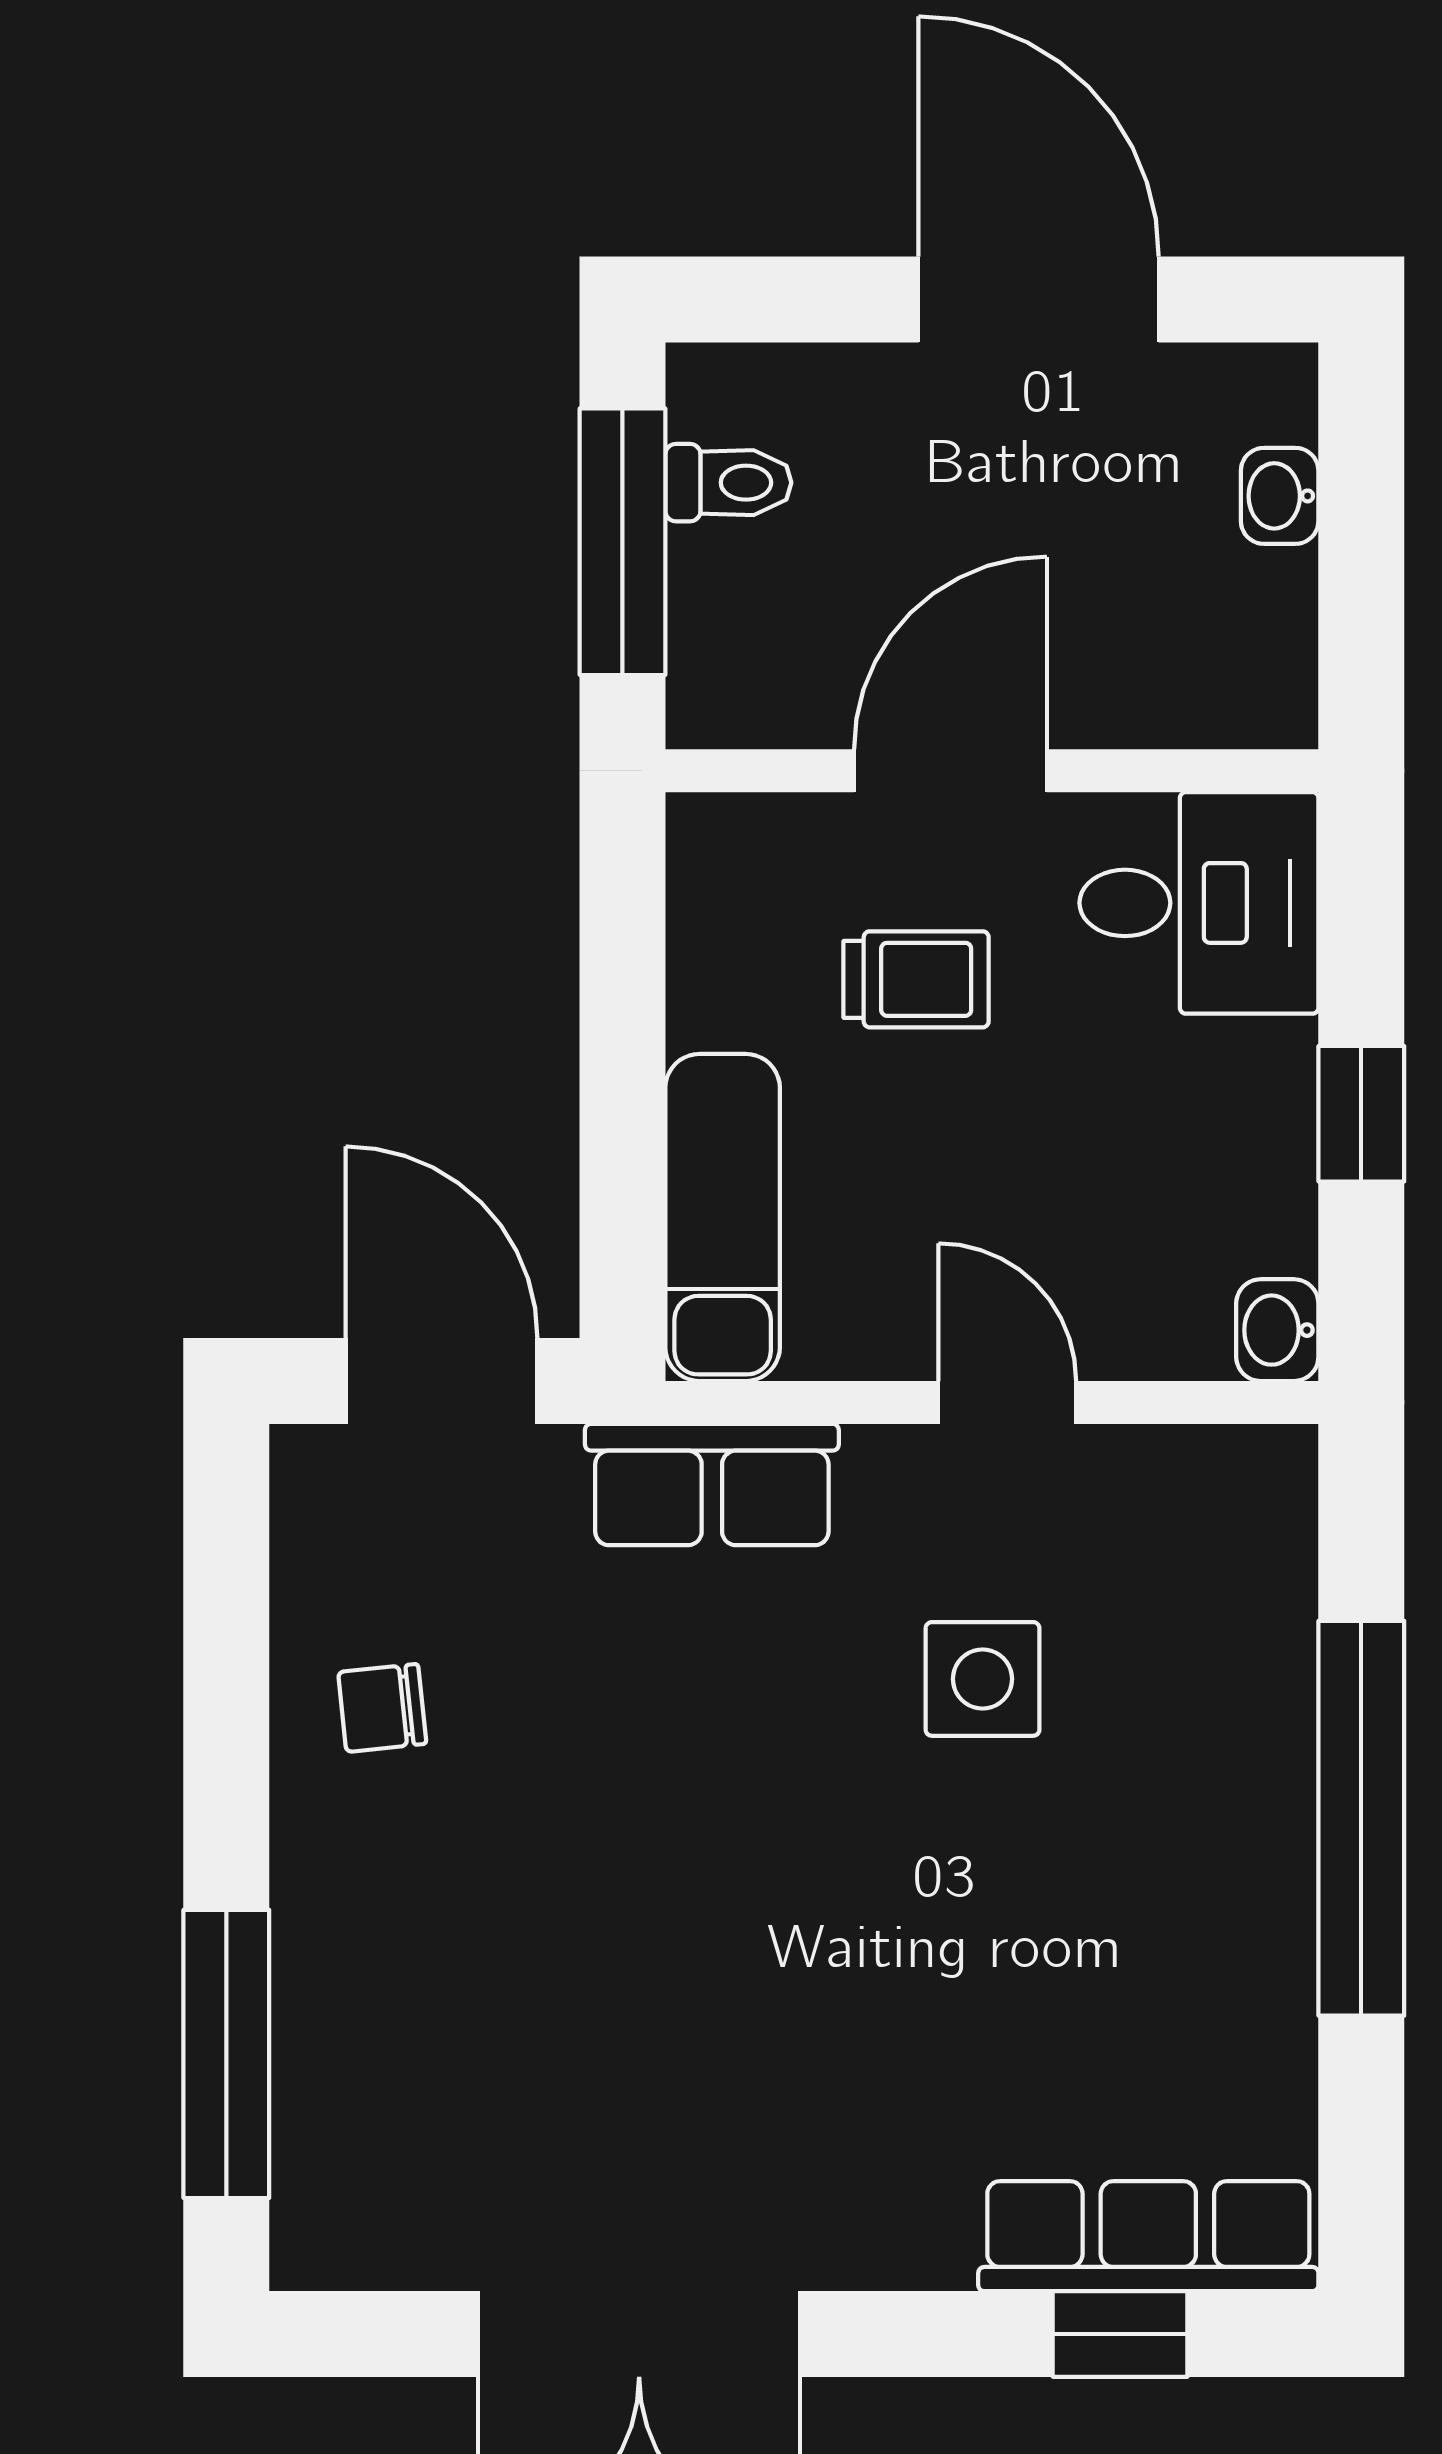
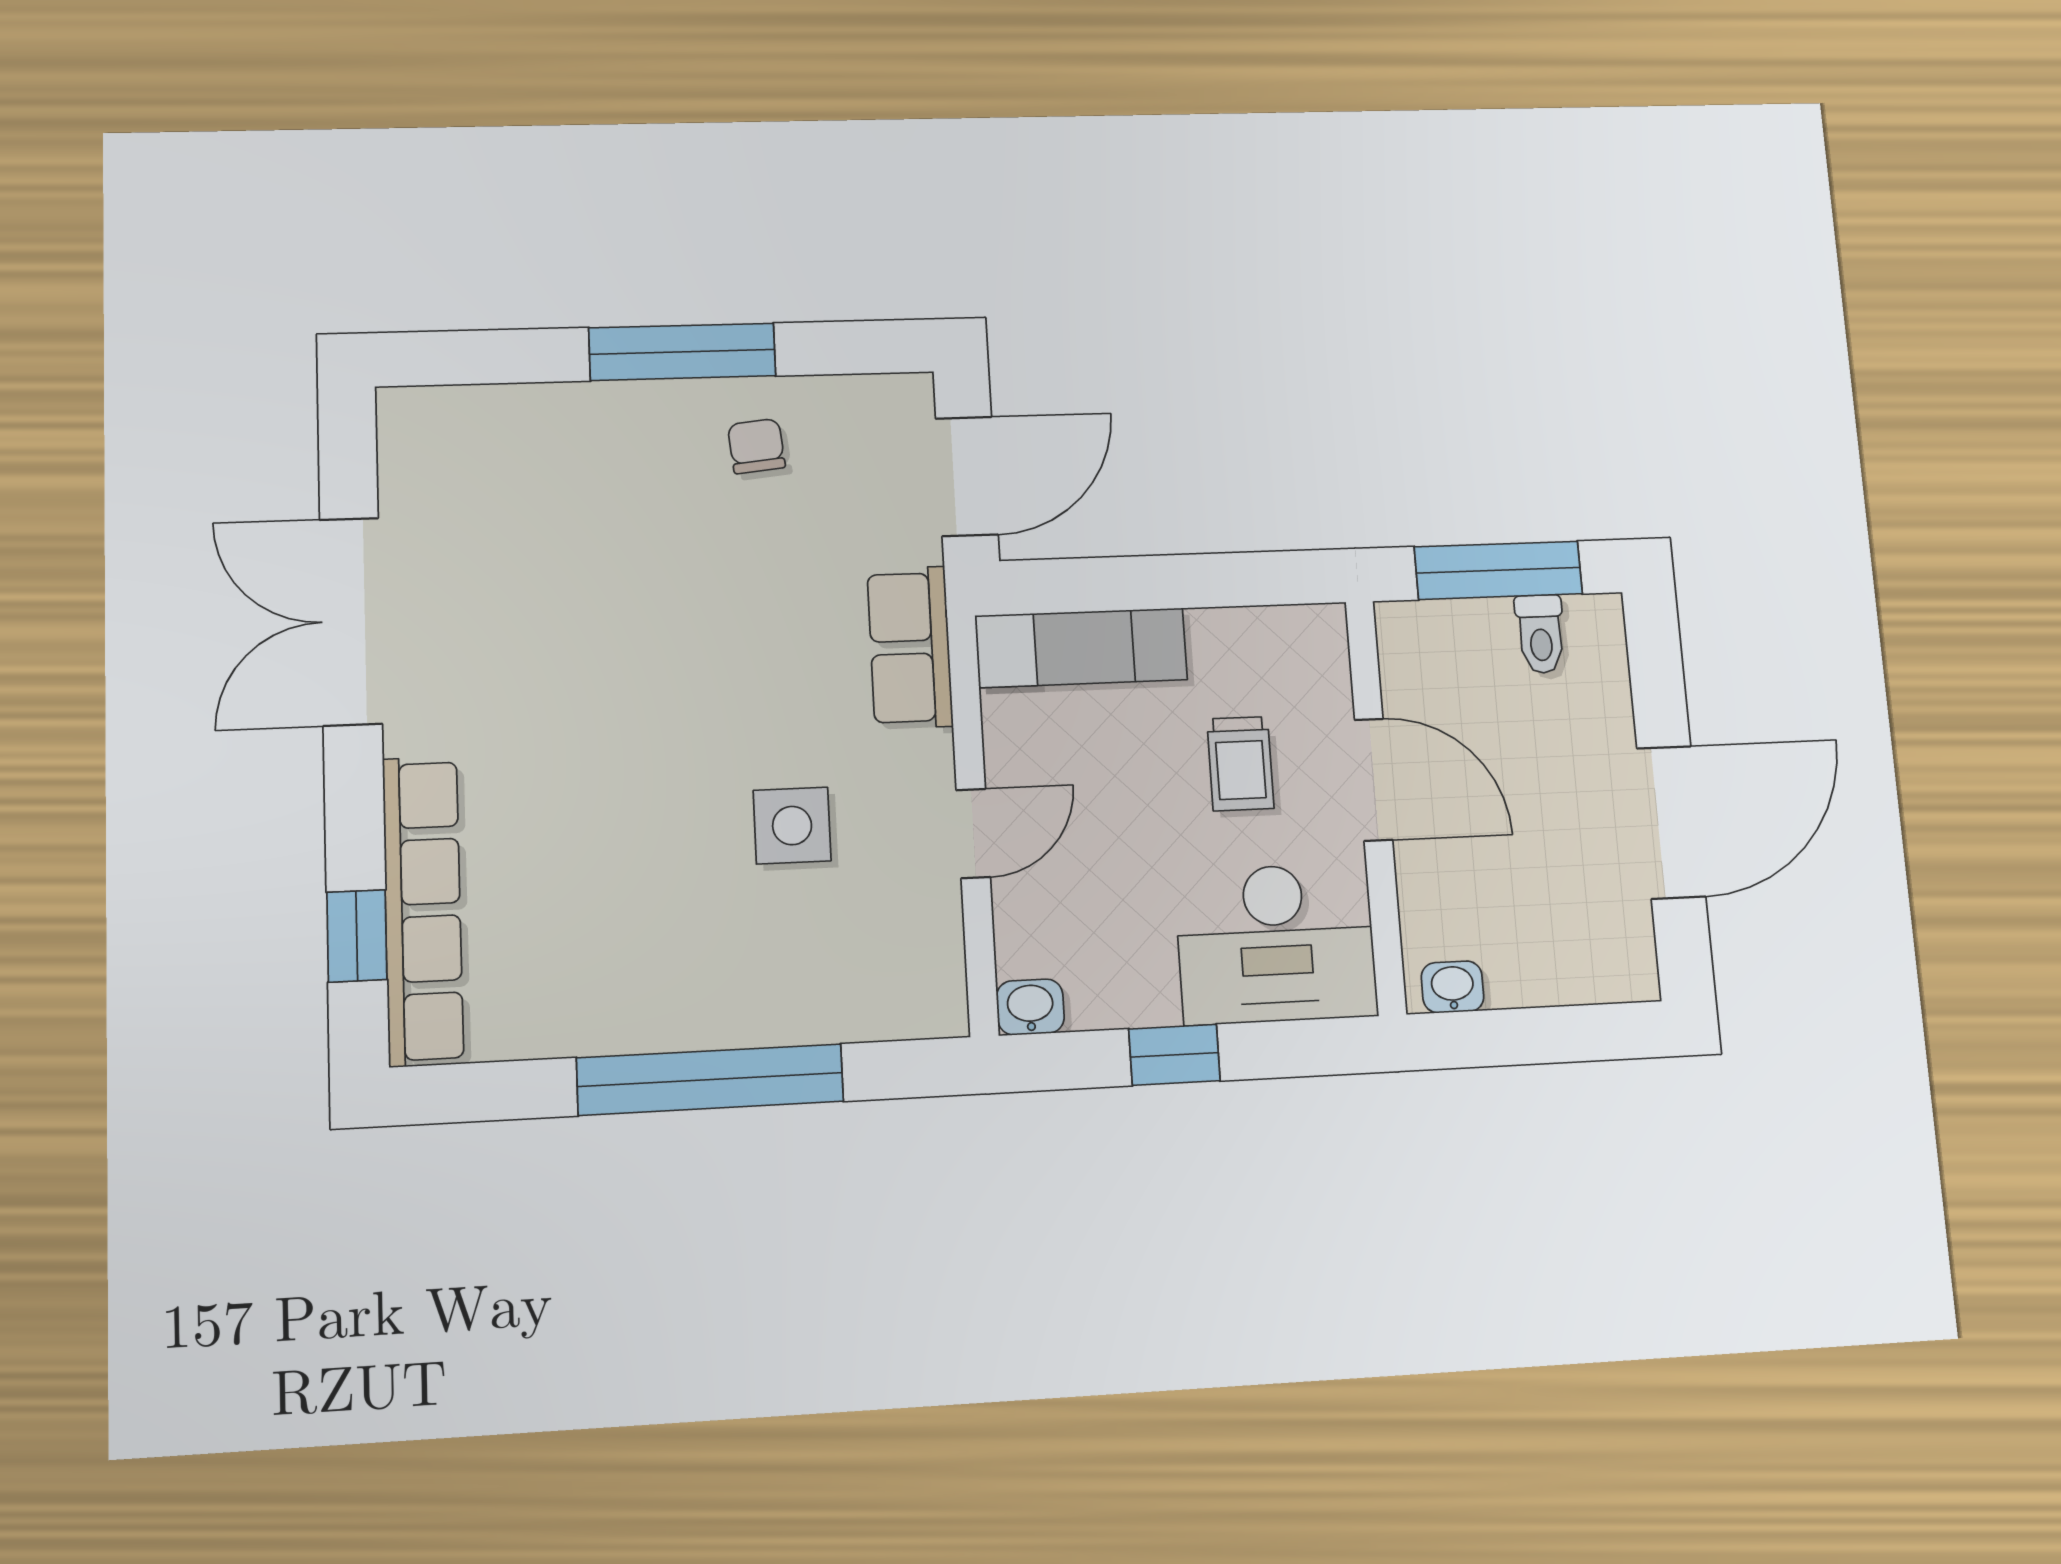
washbasin: (1280, 496) -> (1453, 987), moved
desk: (1199, 903) -> (1276, 944), width x1.37
window: (226, 2054) -> (682, 352), moved
row of seats: (1148, 2236) -> (423, 910), width x1.36

